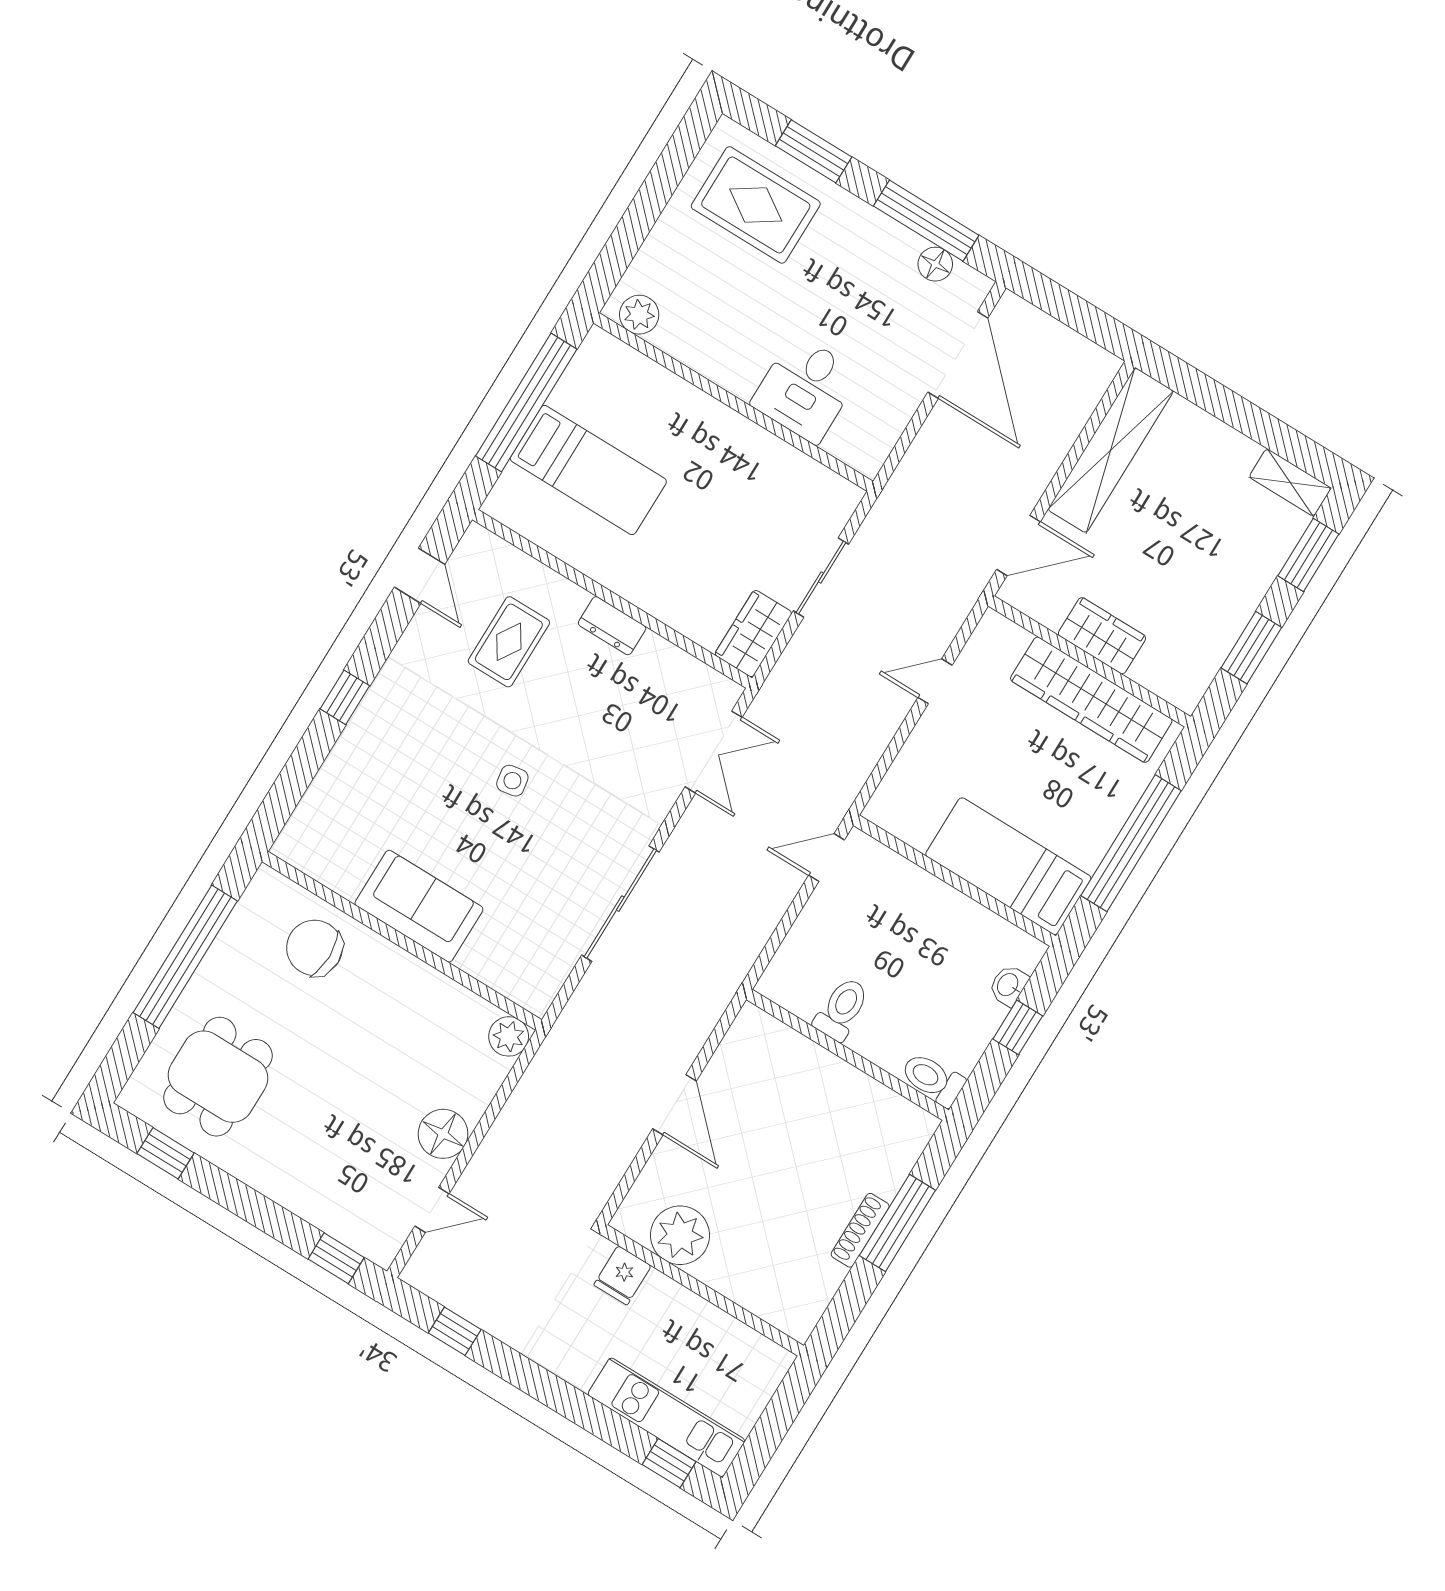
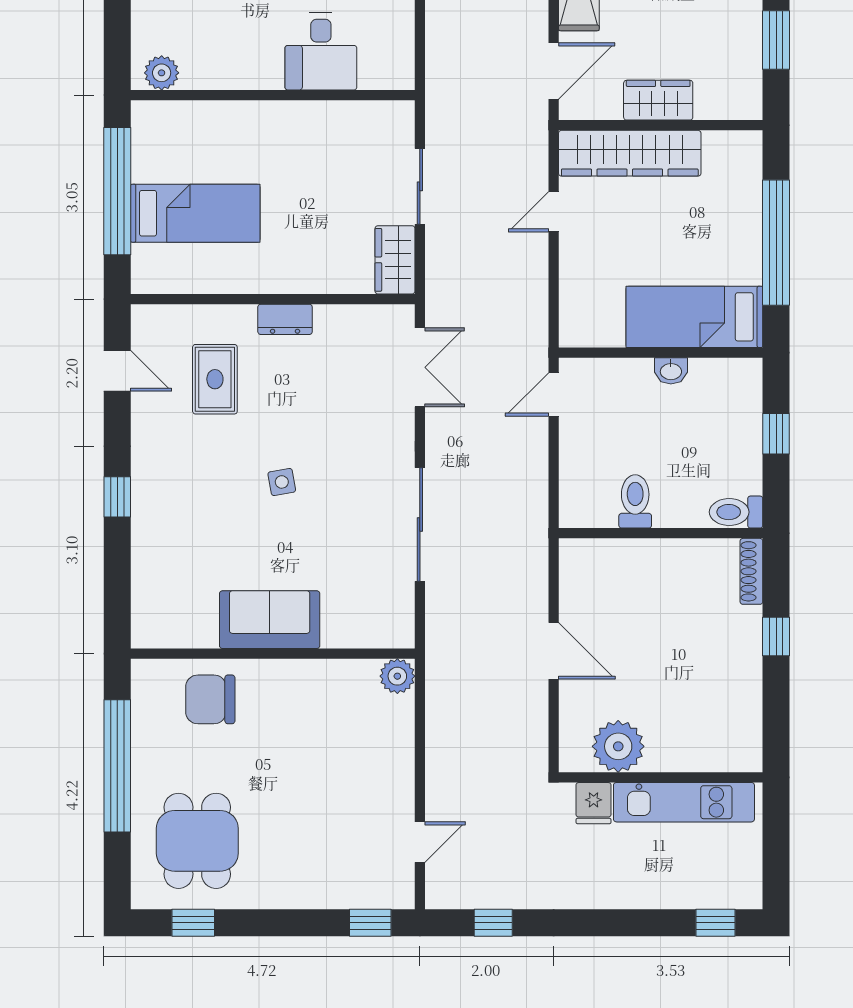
wardrobe: (1091, 700) -> (630, 153), moved
washbasin: (1008, 985) -> (671, 371), moved, turned -90
floor lamp: (443, 1134) -> (393, 780), removed
window: (897, 1223) -> (776, 637), width x0.46
shoe rack: (860, 1230) -> (751, 571), moved
kitchen unit: (666, 1417) -> (684, 802), moved, turned 180

